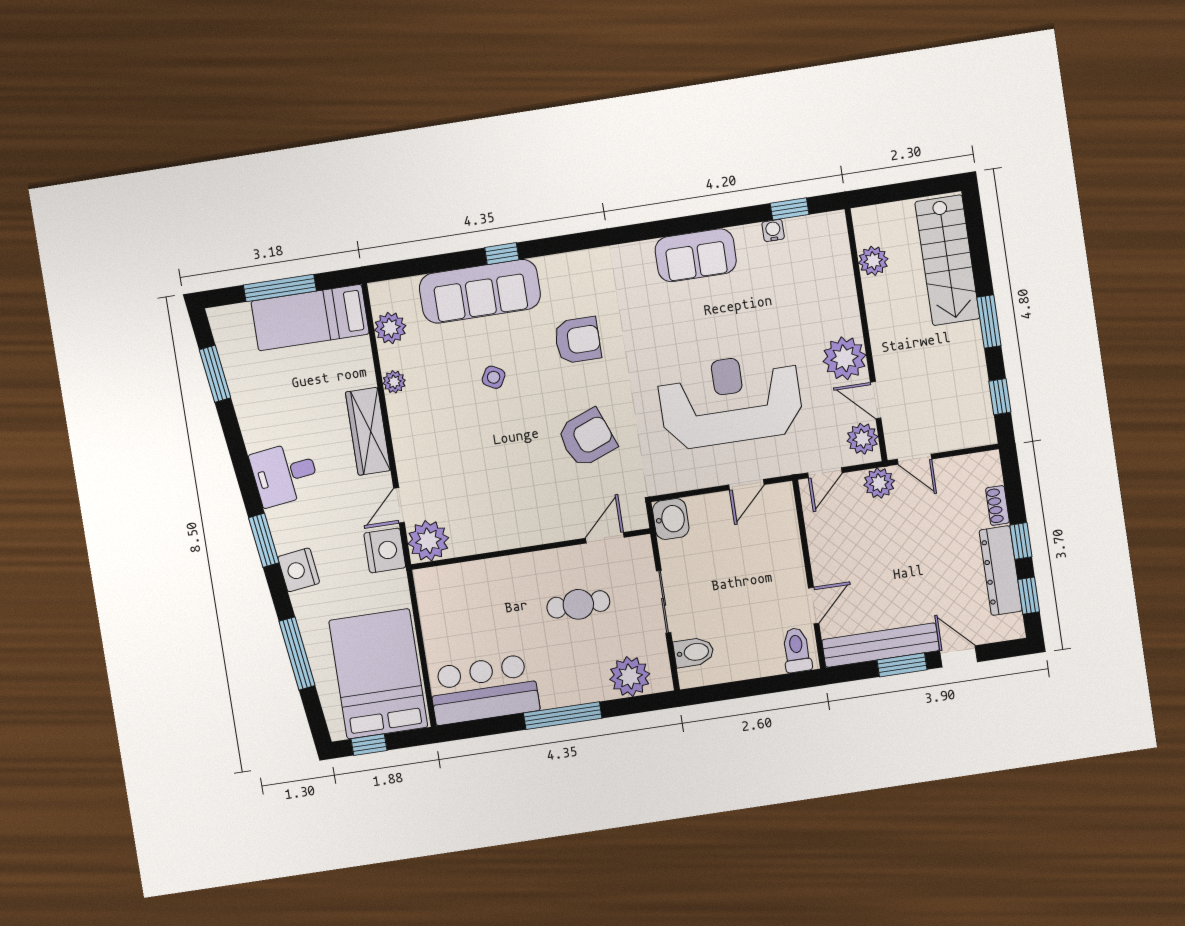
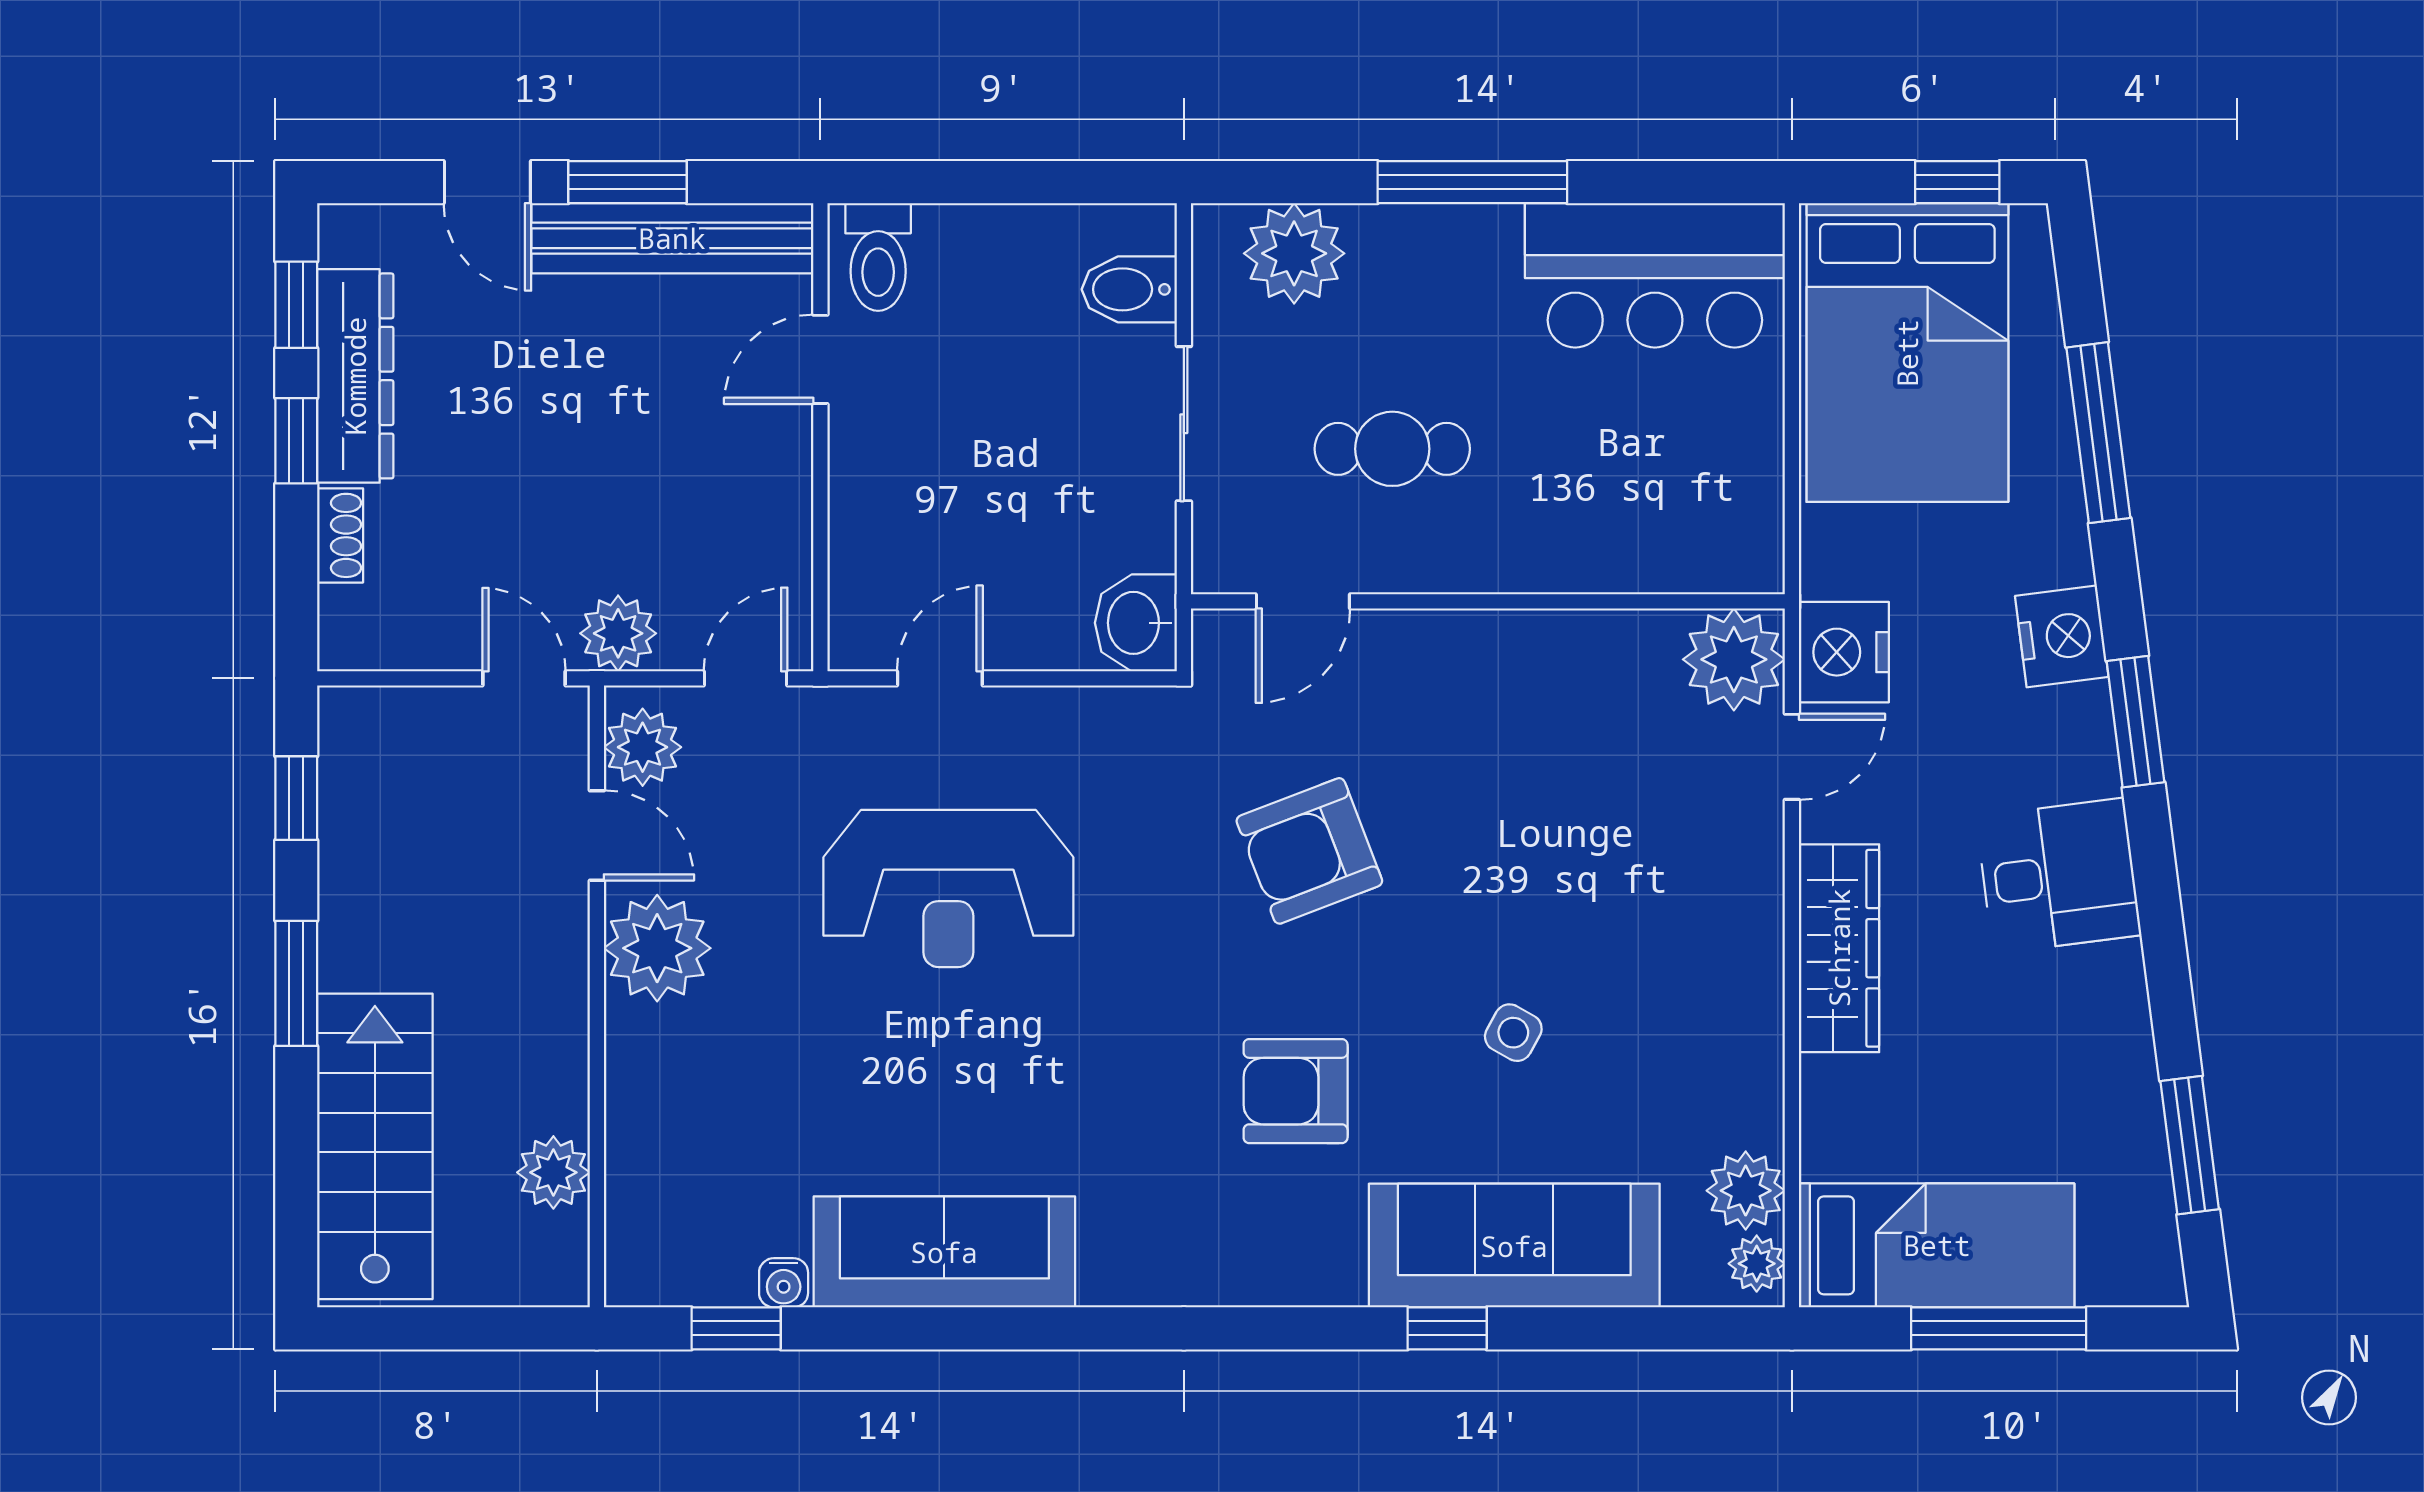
sofa: (696, 255) -> (944, 1252), width x1.36
plant: (394, 382) -> (1757, 1264), moved
reception desk: (730, 400) -> (948, 889), width x0.74, depth x0.77

